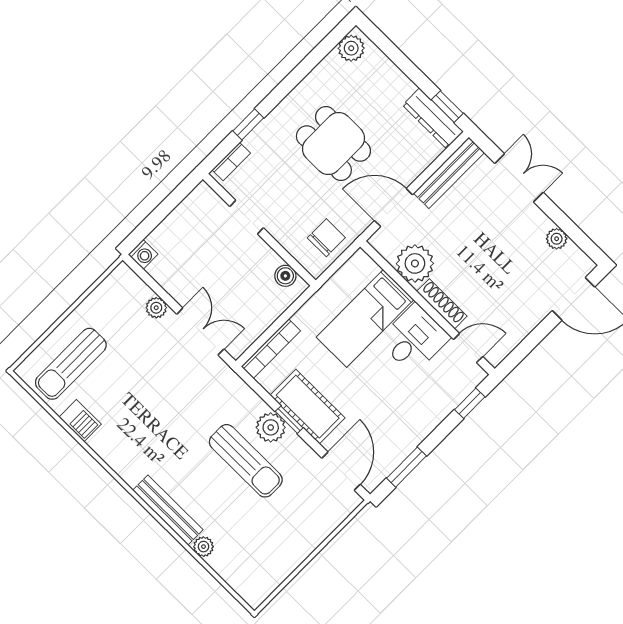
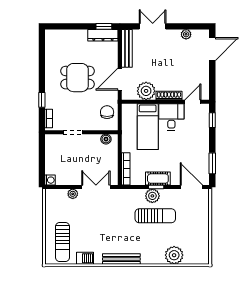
plant: (351, 48) -> (51, 39), removed
cot: (308, 407) -> (158, 179), width x0.73, depth x0.75
bench: (168, 510) -> (121, 259), moved
plant: (203, 547) -> (174, 255), width x1.87, depth x1.87

